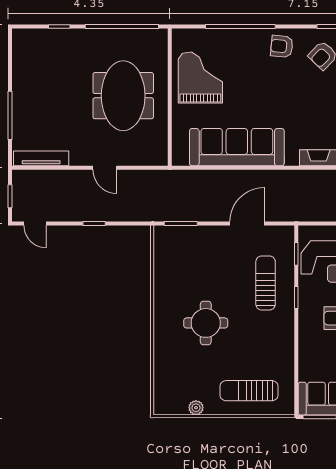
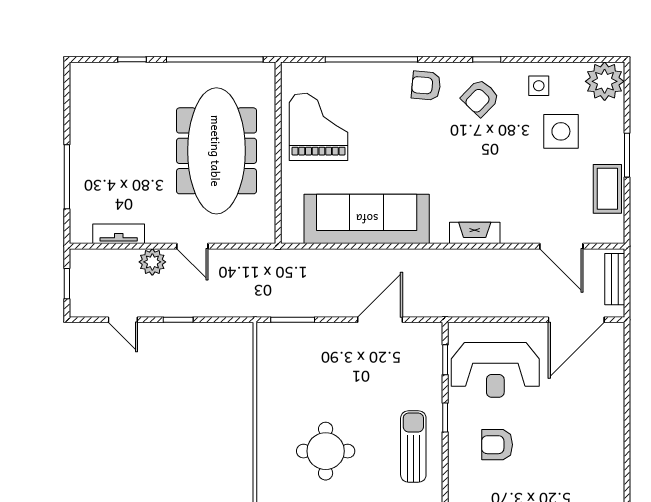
meeting table: (123, 96) -> (216, 151), width x1.36
tv unit: (41, 158) -> (119, 234), width x0.71
plant: (75, 180) -> (152, 262), added
door: (35, 224) -> (123, 320), moved
sun lounger: (266, 283) -> (413, 446), moved

